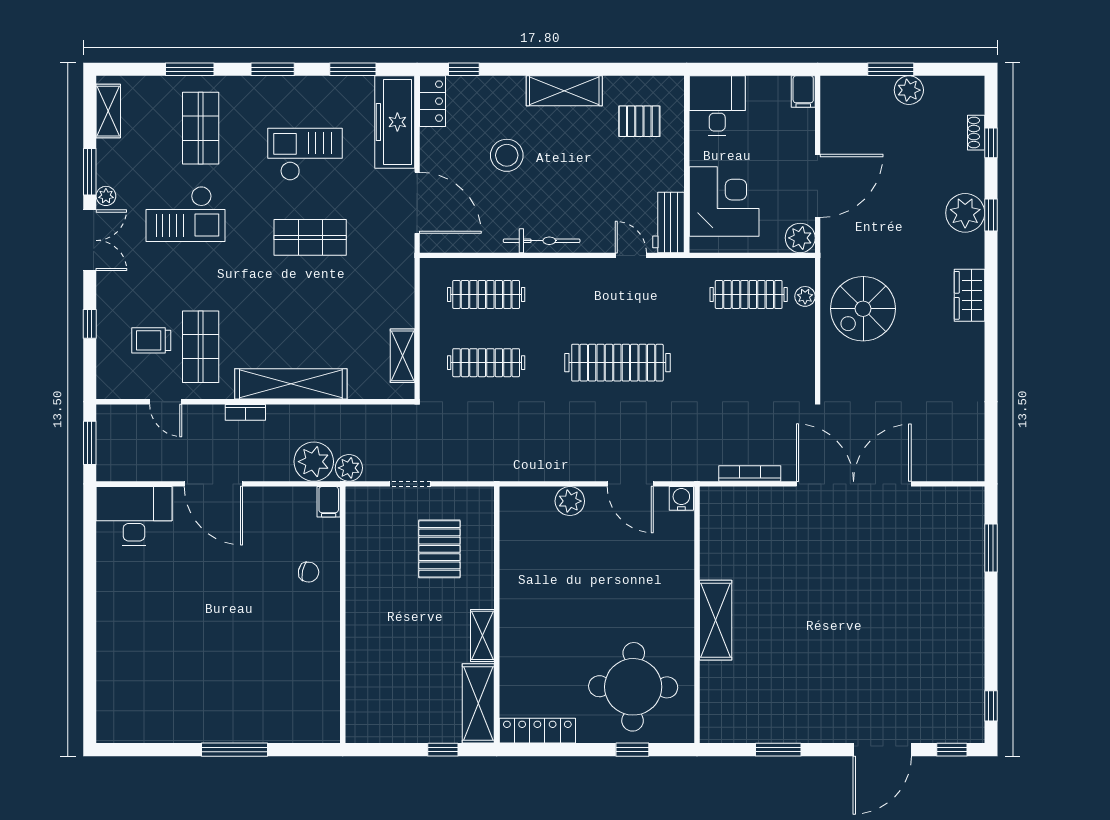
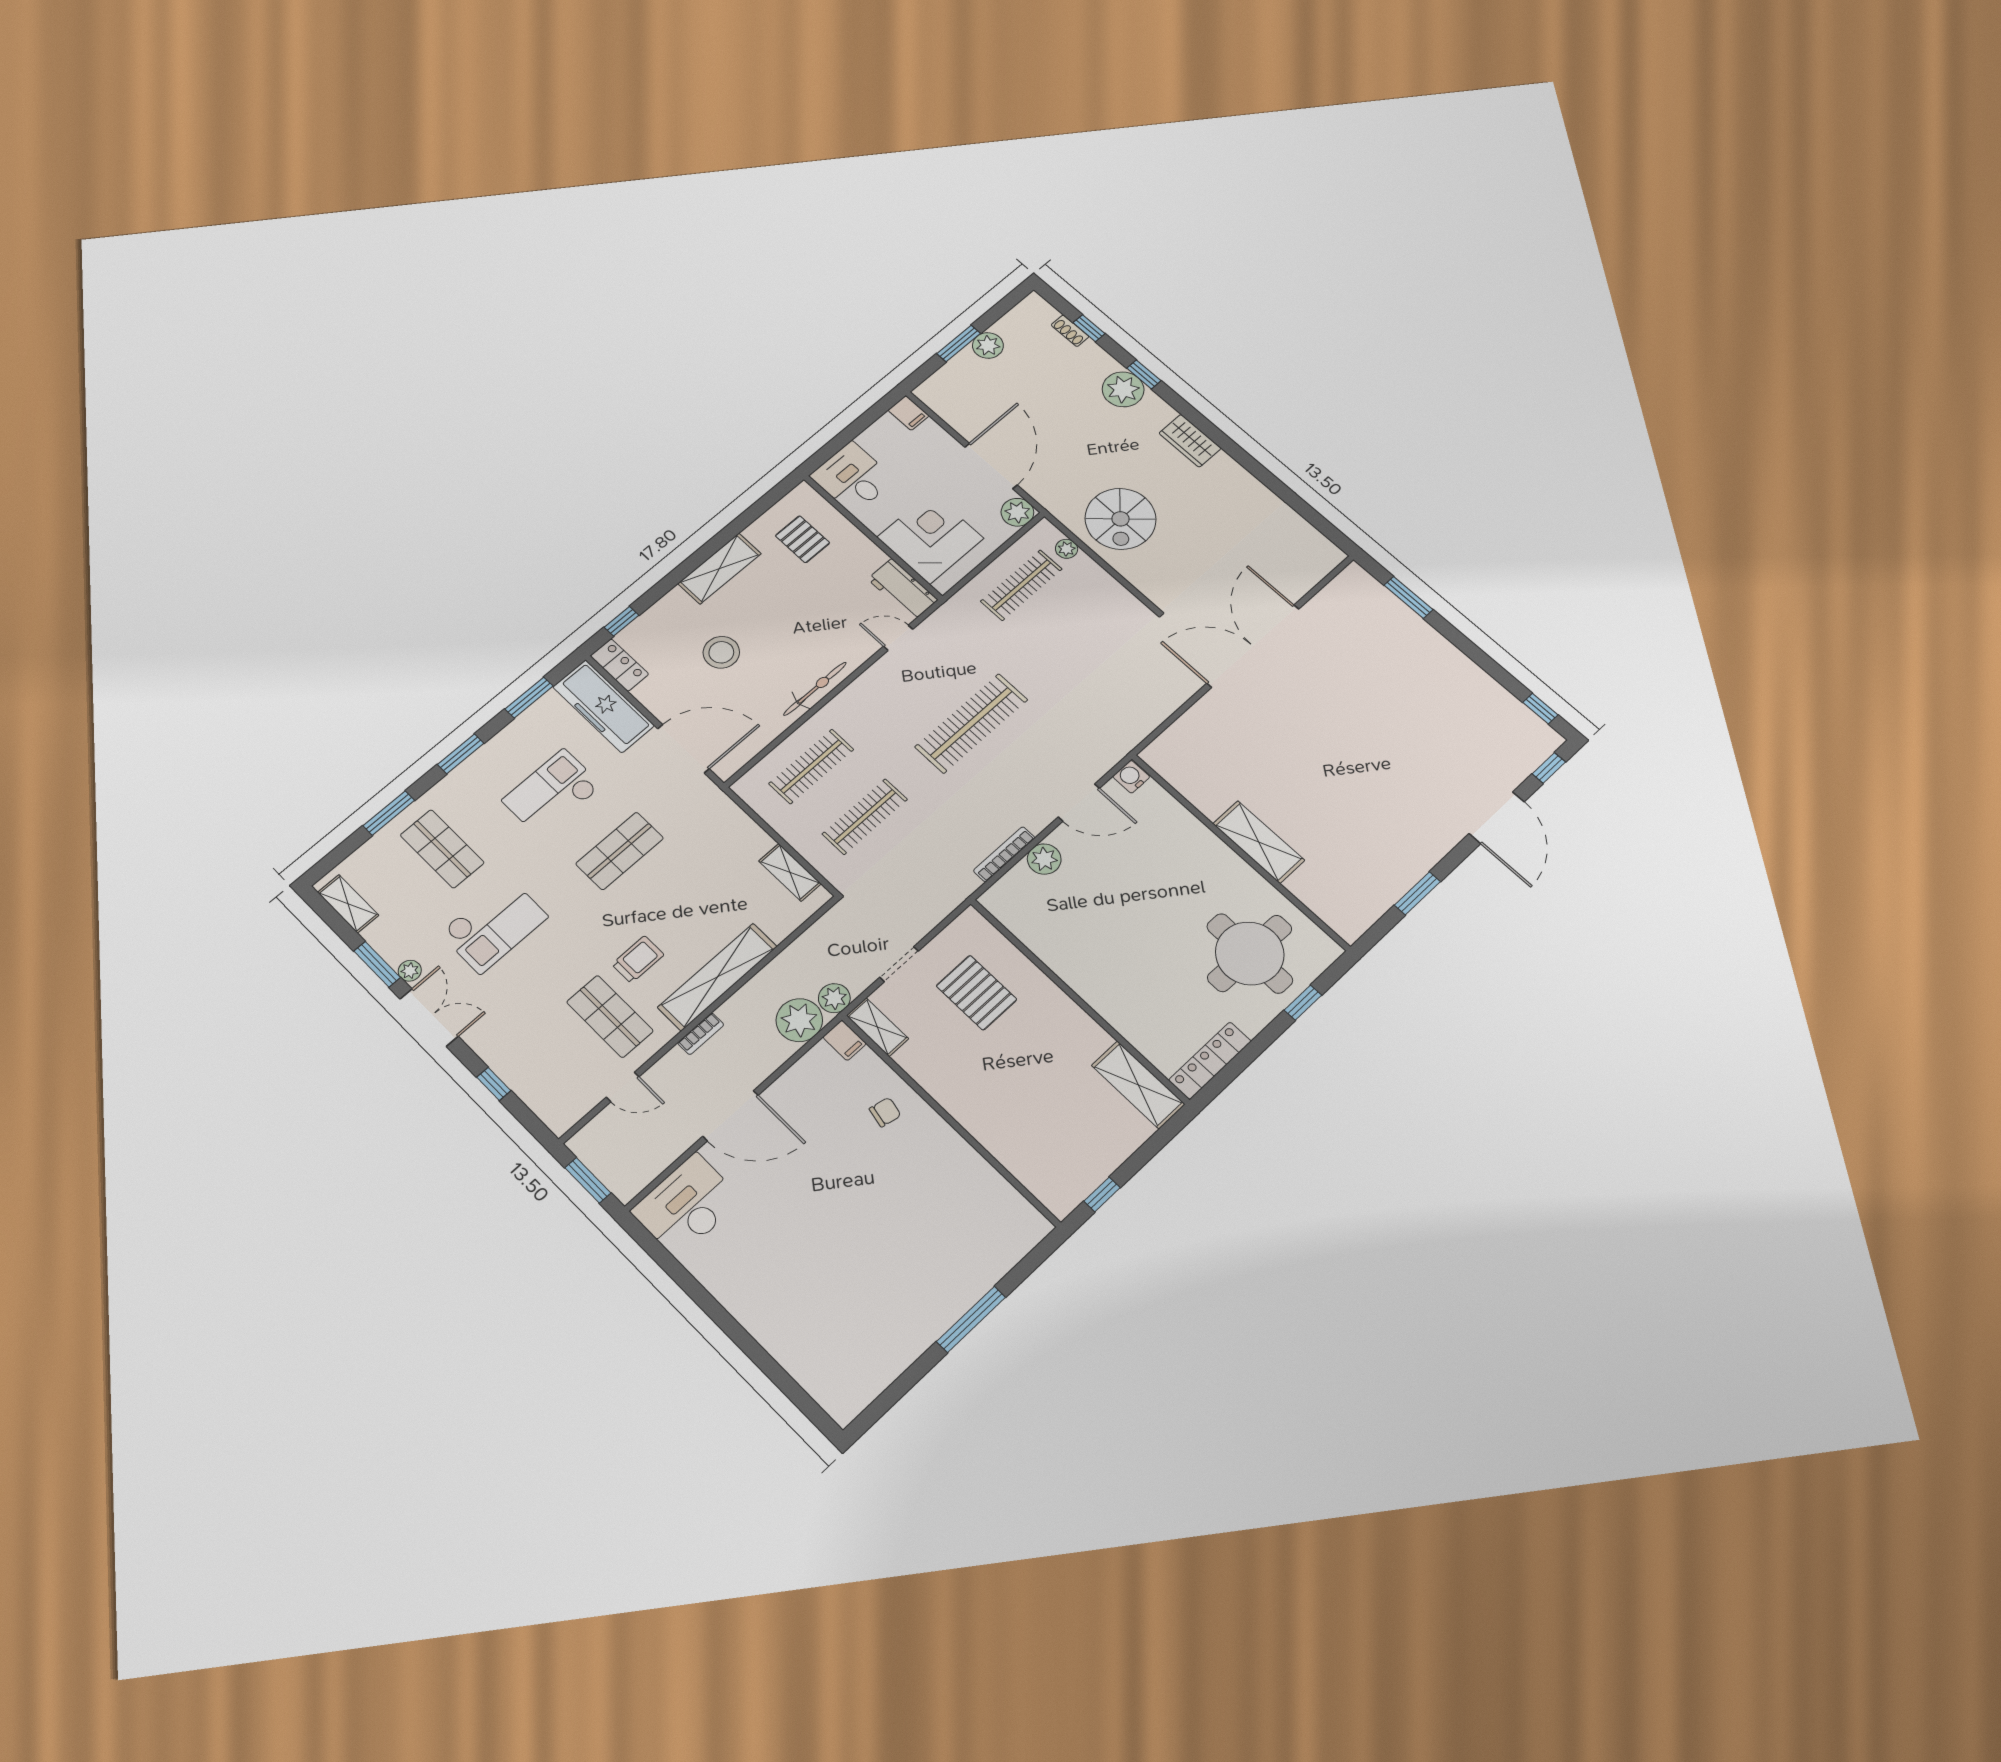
pallet: (639, 121) -> (803, 539), turned 90
trolley: (151, 340) -> (638, 959), moved, turned 180
bookcase: (750, 473) -> (1004, 854), moved
shelving: (482, 635) -> (877, 1027), moved
window: (443, 750) -> (1102, 1194), moved

